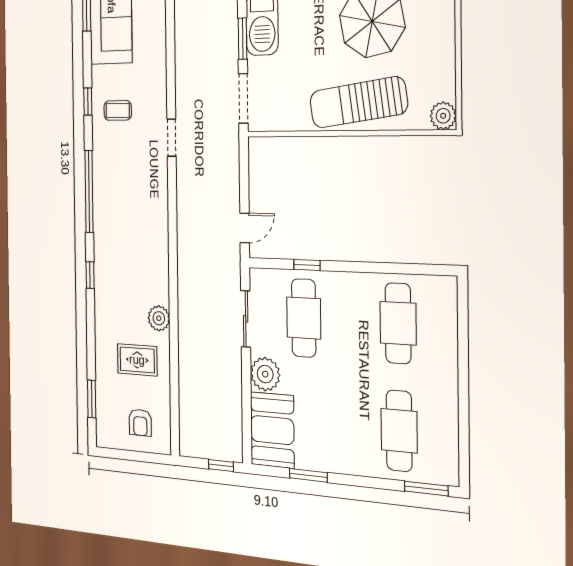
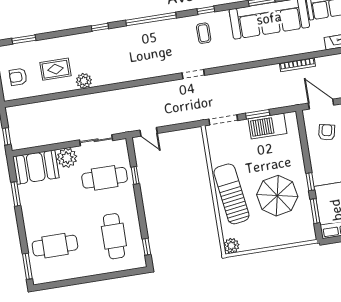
window: (423, 269) -> (147, 247), added
cafe table: (398, 323) -> (114, 236), turned 90
rug: (137, 360) -> (55, 69), turned 90

